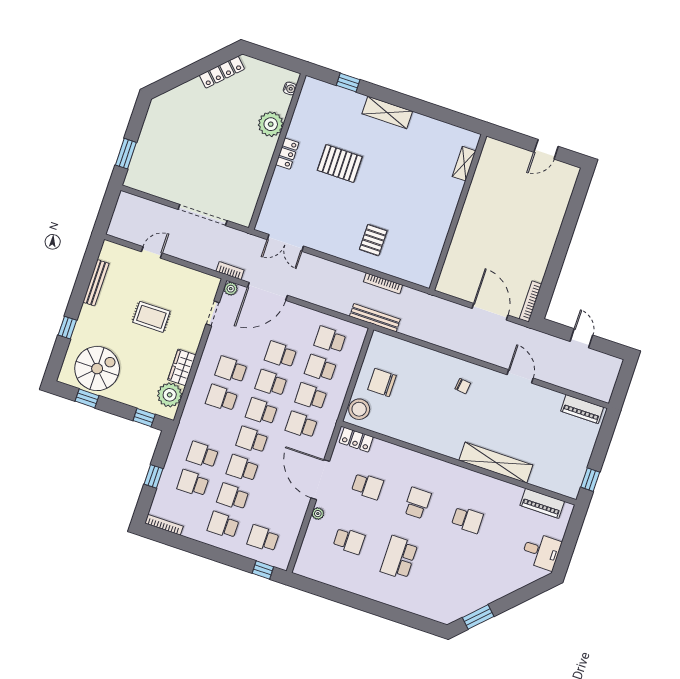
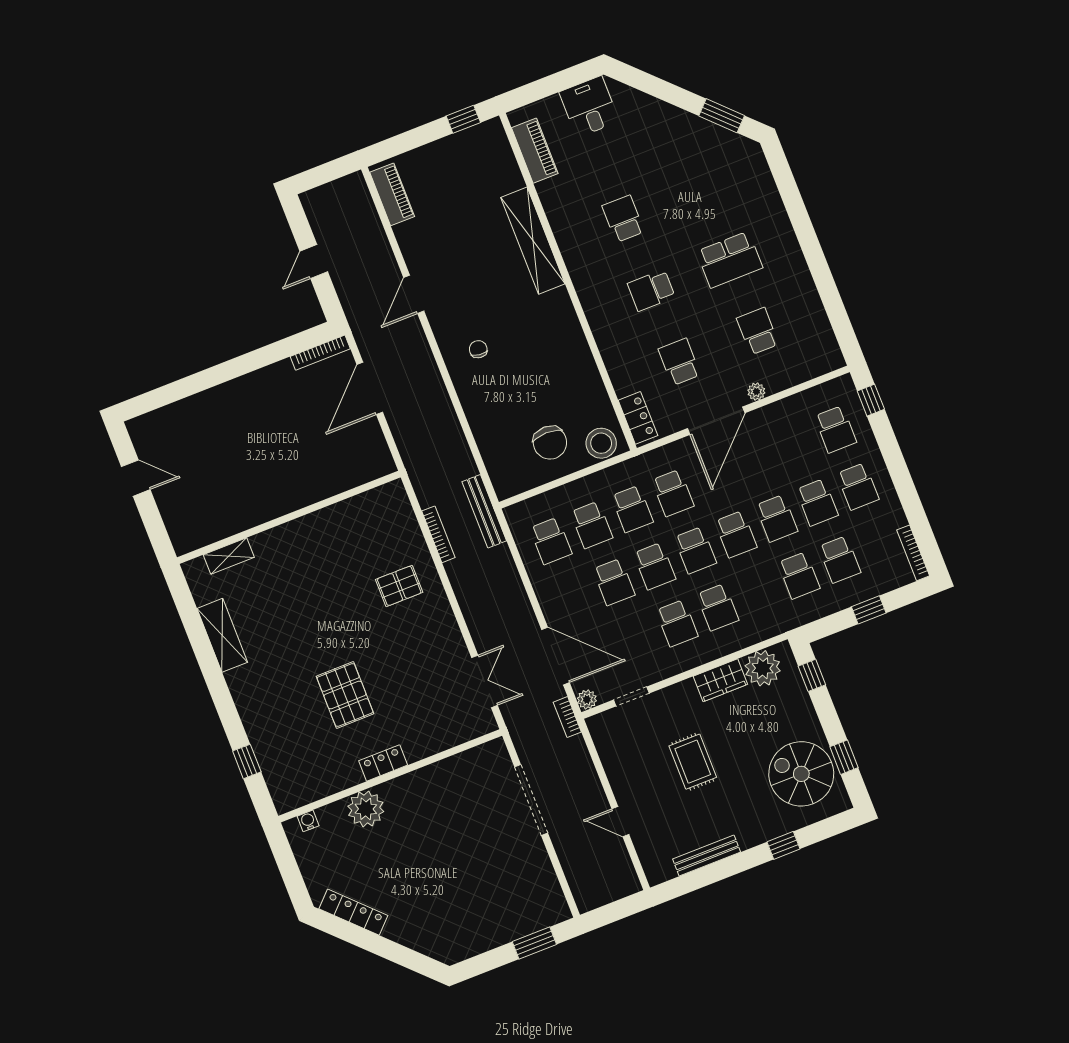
shelving: (387, 113) -> (222, 635), moved

